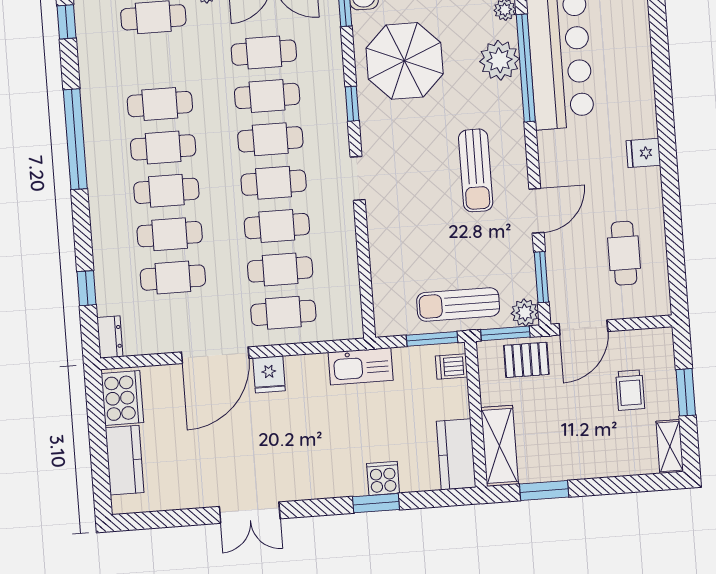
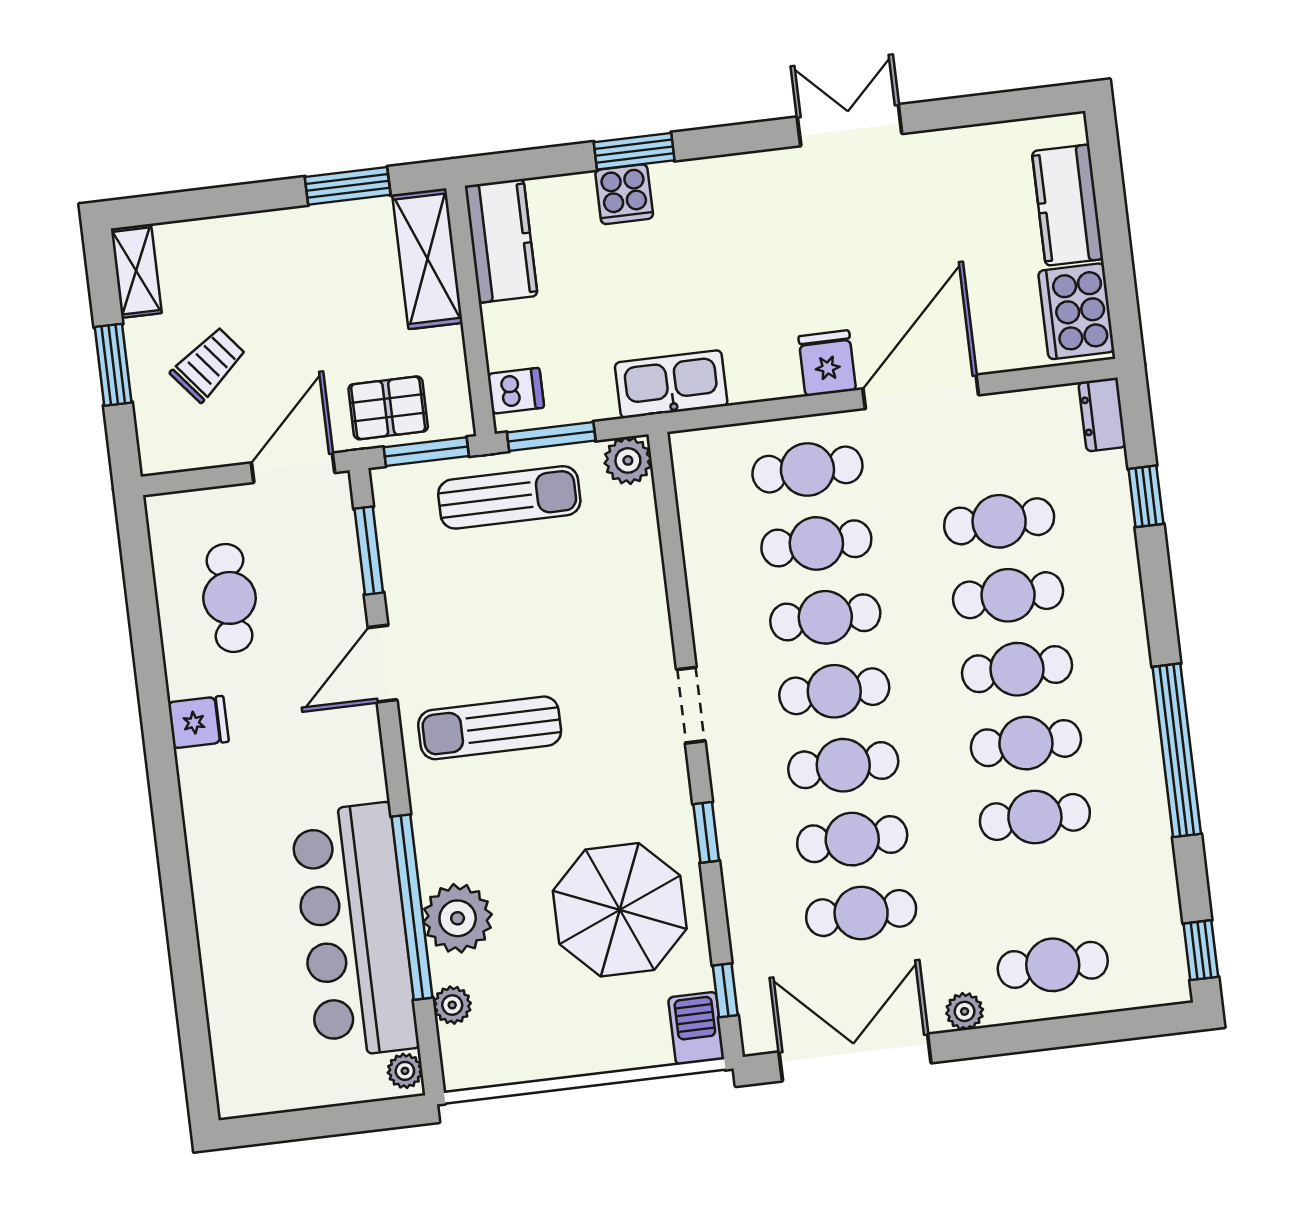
fridge: (643, 153) -> (198, 722), moved
sun lounger: (476, 170) -> (490, 728), turned -90
plant: (525, 313) -> (628, 460), moved
trolley: (630, 390) -> (208, 364), turned 51

